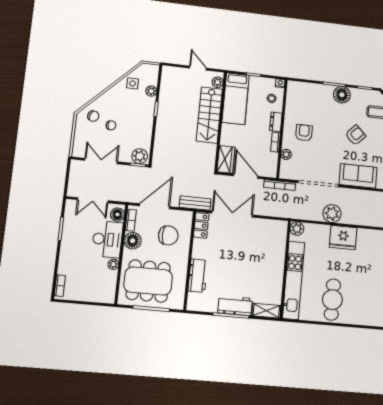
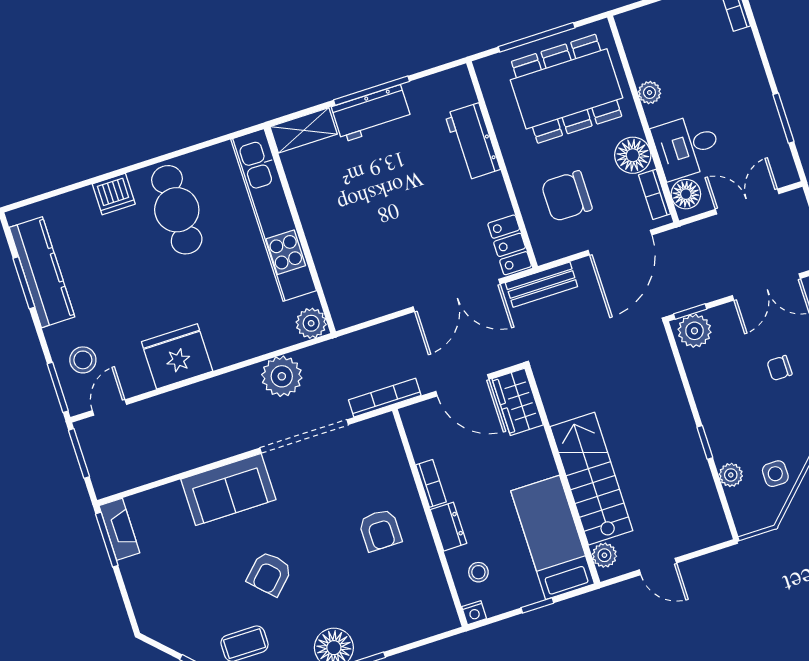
plant: (286, 154) -> (398, 468), removed
plant: (332, 214) -> (282, 376), moved
fridge: (343, 238) -> (177, 356), moved
desk: (107, 239) -> (687, 146), width x0.73
dishwasher: (356, 317) -> (114, 194), added

